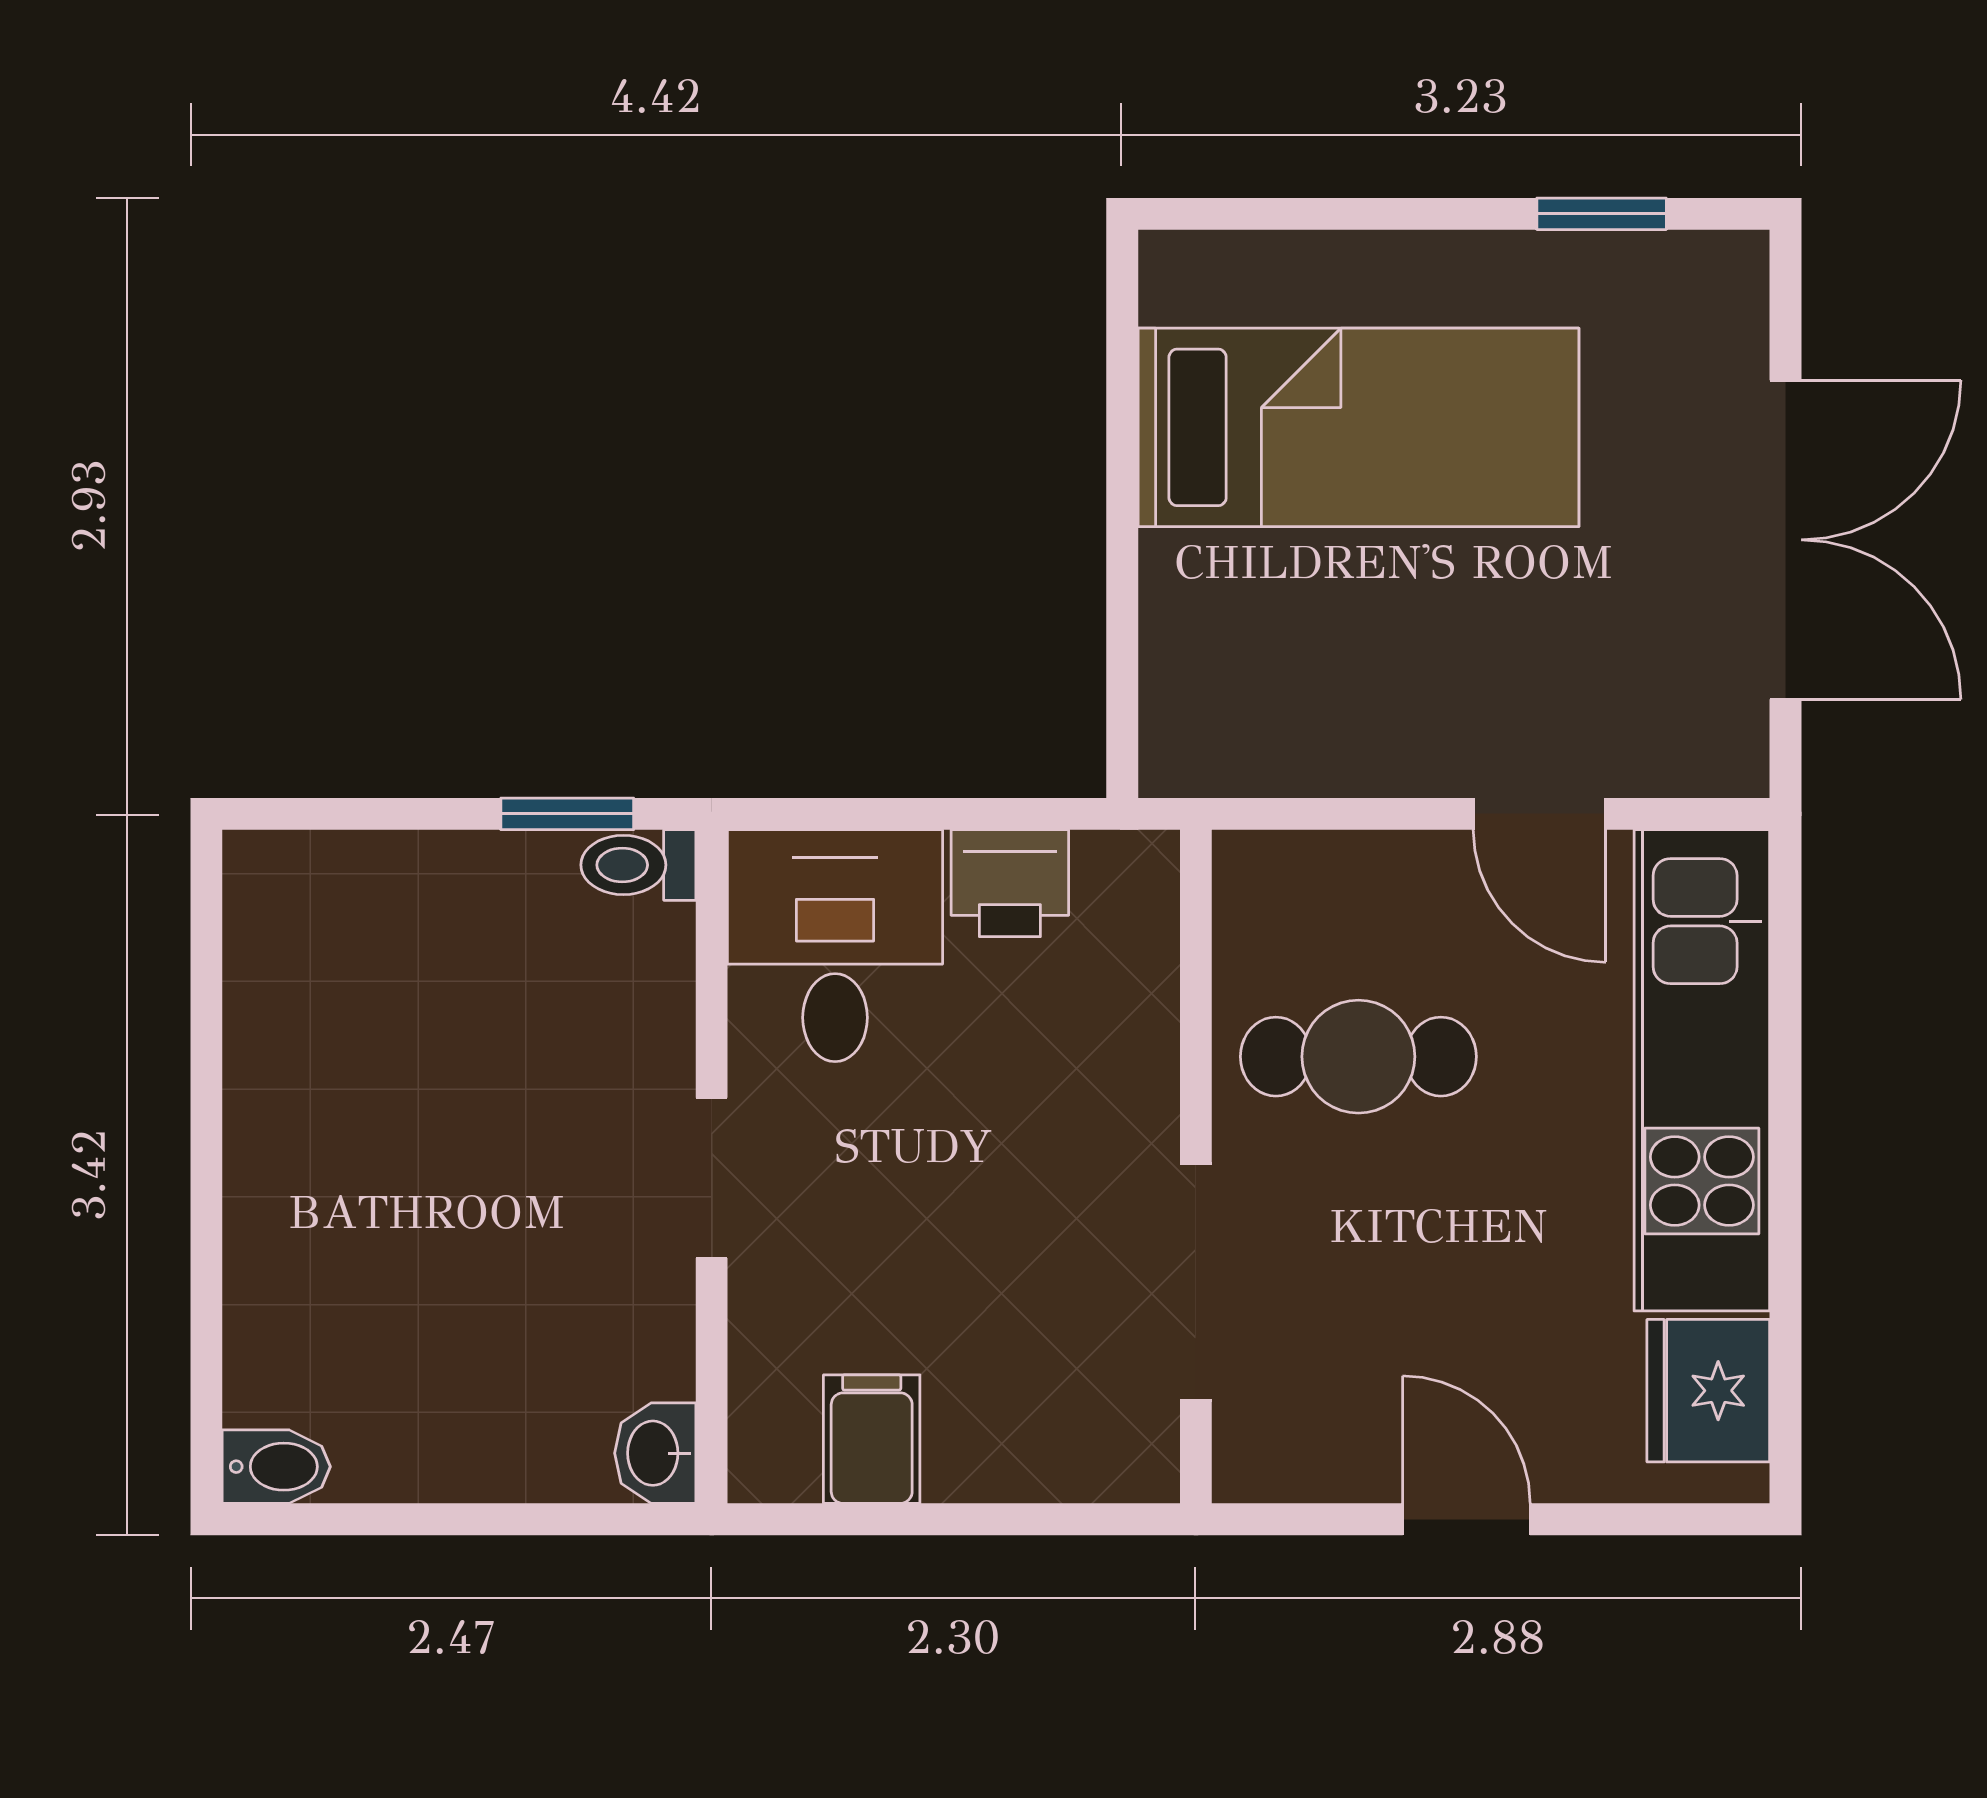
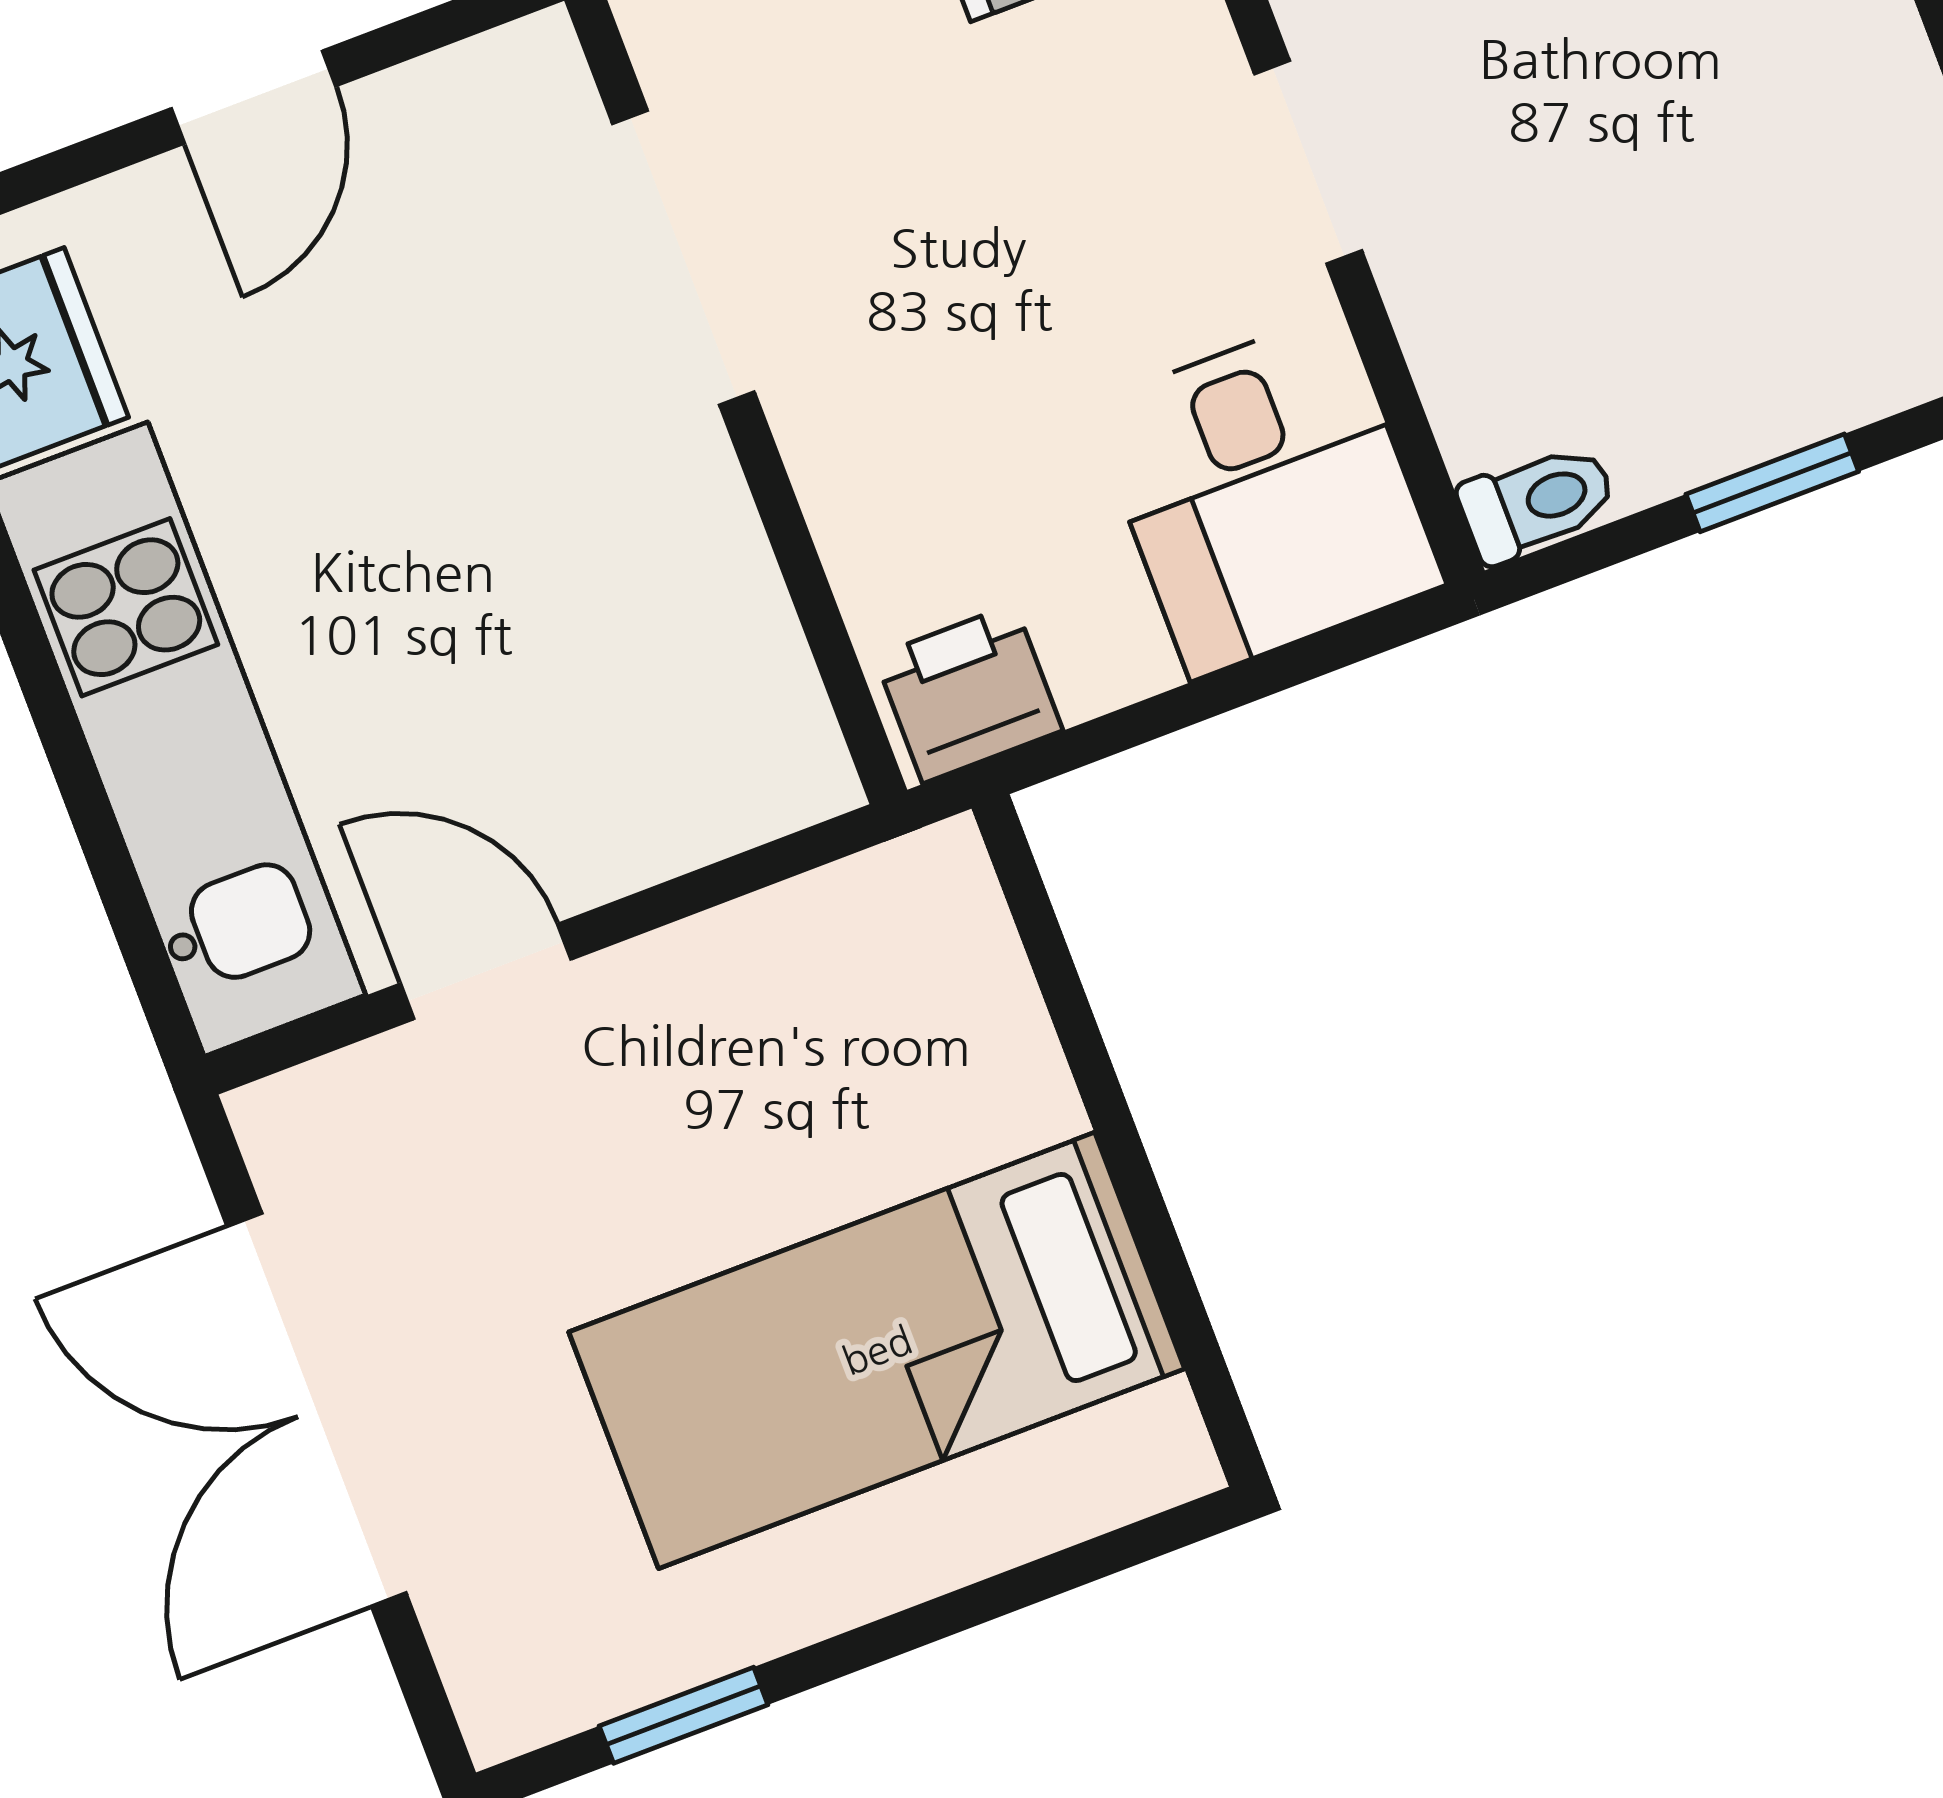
window: (567, 814) -> (1772, 483), moved
printer: (1010, 883) -> (969, 693), moved
cafe table: (1358, 1057) -> (592, 600), removed
door: (1466, 1519) -> (253, 97), hinge flipped

